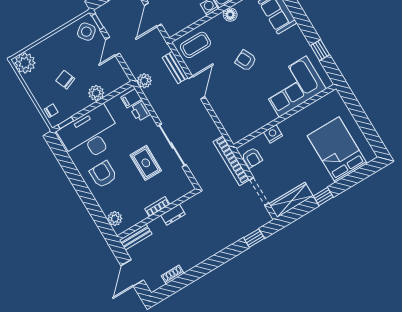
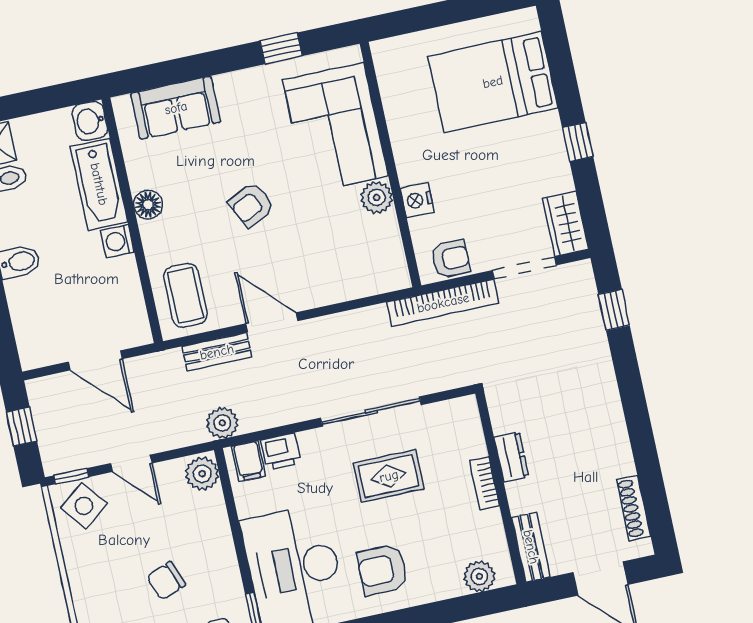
plant: (96, 93) -> (202, 474), moved
plant: (268, 115) -> (377, 197), added
wardrobe: (291, 200) -> (565, 224), width x0.67
shoe rack: (173, 275) -> (634, 508), width x1.43

